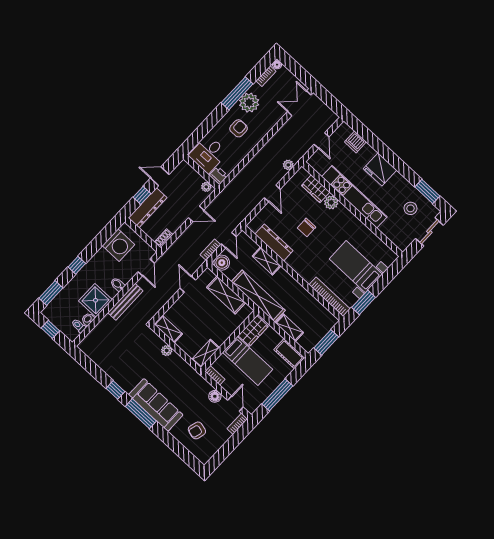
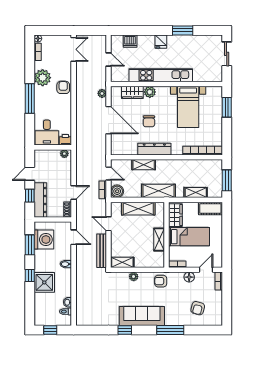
window: (237, 93) -> (30, 98), moved
double door: (299, 103) -> (74, 49), swing flipped
armchair: (239, 128) -> (63, 87), moved
fridge: (380, 169) -> (161, 42), width x0.53, depth x0.75
window: (427, 192) -> (183, 30), moved
door: (272, 193) -> (109, 120), width x1.87
stool: (410, 208) -> (202, 50), removed
door: (196, 214) -> (74, 193), moved
dresser: (274, 242) -> (154, 149), moved
bed with nightstands: (356, 267) -> (188, 107), moved, turned -90
window: (51, 293) -> (30, 245), moved
shelving: (258, 296) -> (159, 191), width x0.68
shower: (95, 300) -> (44, 282), moved
bench: (125, 302) -> (102, 251), moved
window: (364, 302) -> (227, 107), moved
shelving: (206, 353) -> (159, 240), moved
armchair: (187, 377) -> (161, 281), added
window: (277, 395) -> (227, 240), removed
door: (235, 404) -> (206, 270), hinge flipped
sofa: (156, 405) -> (142, 316), moved
window: (141, 414) -> (170, 330), moved

